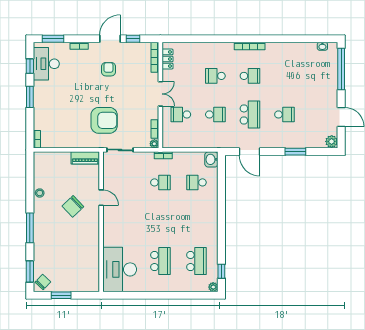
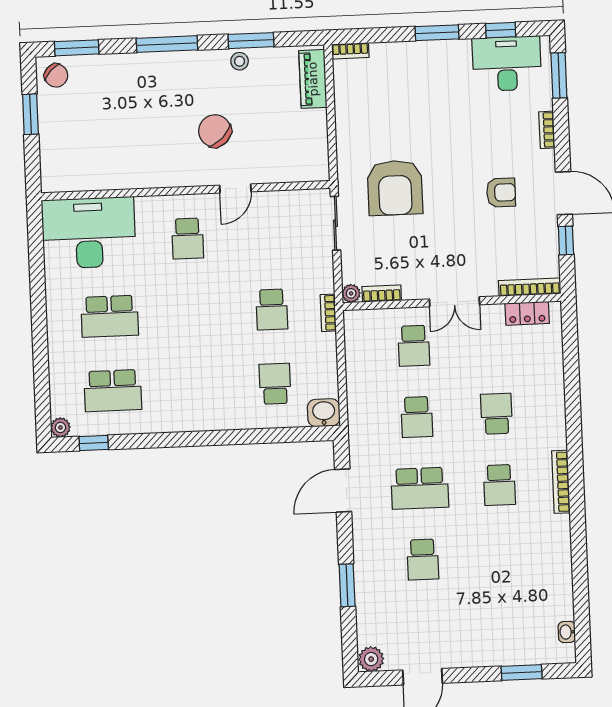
window: (341, 69) -> (522, 673), width x0.47
school desk: (181, 114) -> (414, 346), turned 180
piano: (85, 158) -> (313, 79), moved
window: (30, 187) -> (251, 41), added
school desk: (124, 222) -> (188, 239), added

